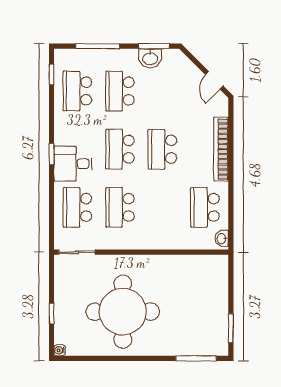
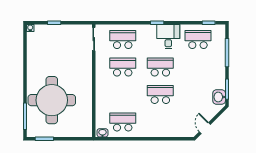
washbasin: (150, 58) -> (219, 97), moved
door: (214, 80) -> (205, 128), hinge flipped
school desk: (120, 91) -> (198, 67), removed
bookcase: (221, 149) -> (160, 132), removed
desk: (73, 164) -> (168, 37), moved
round table: (123, 312) -> (52, 100), moved

